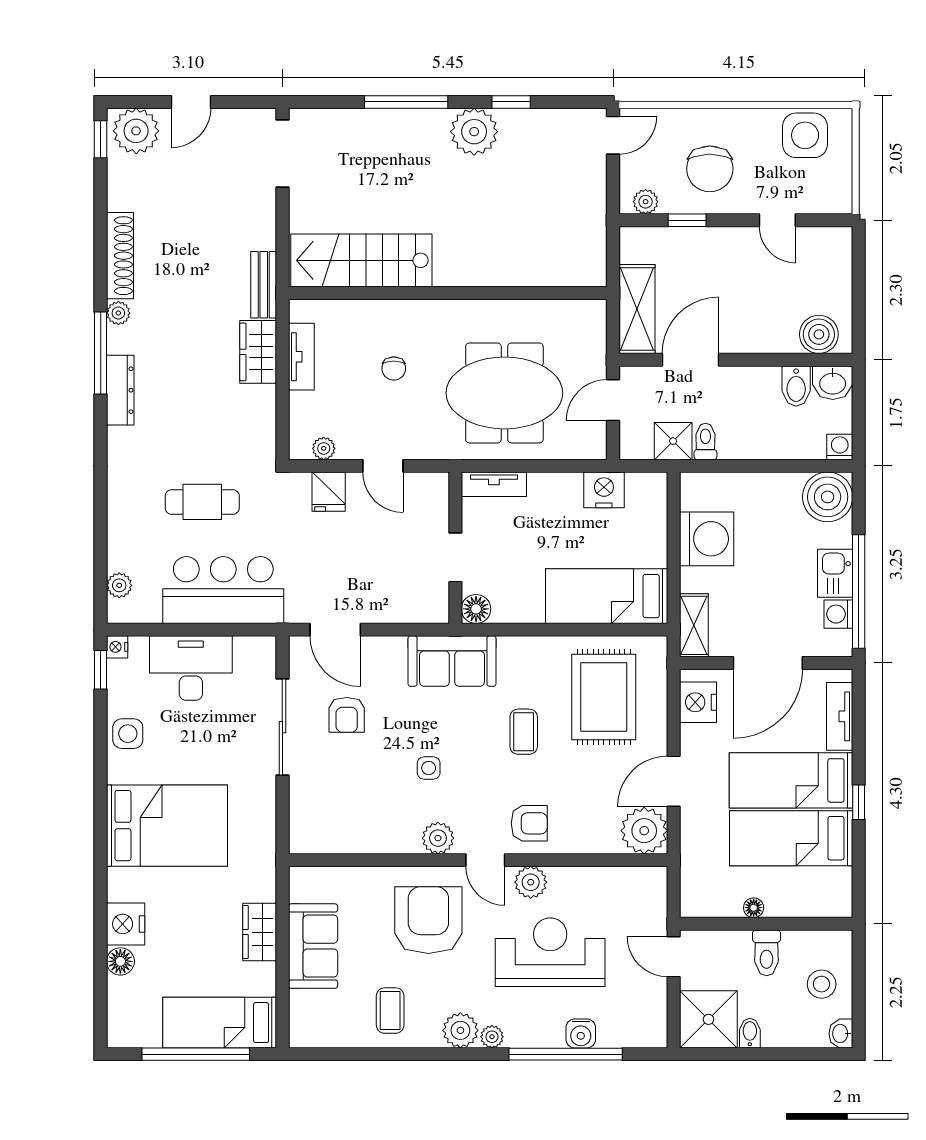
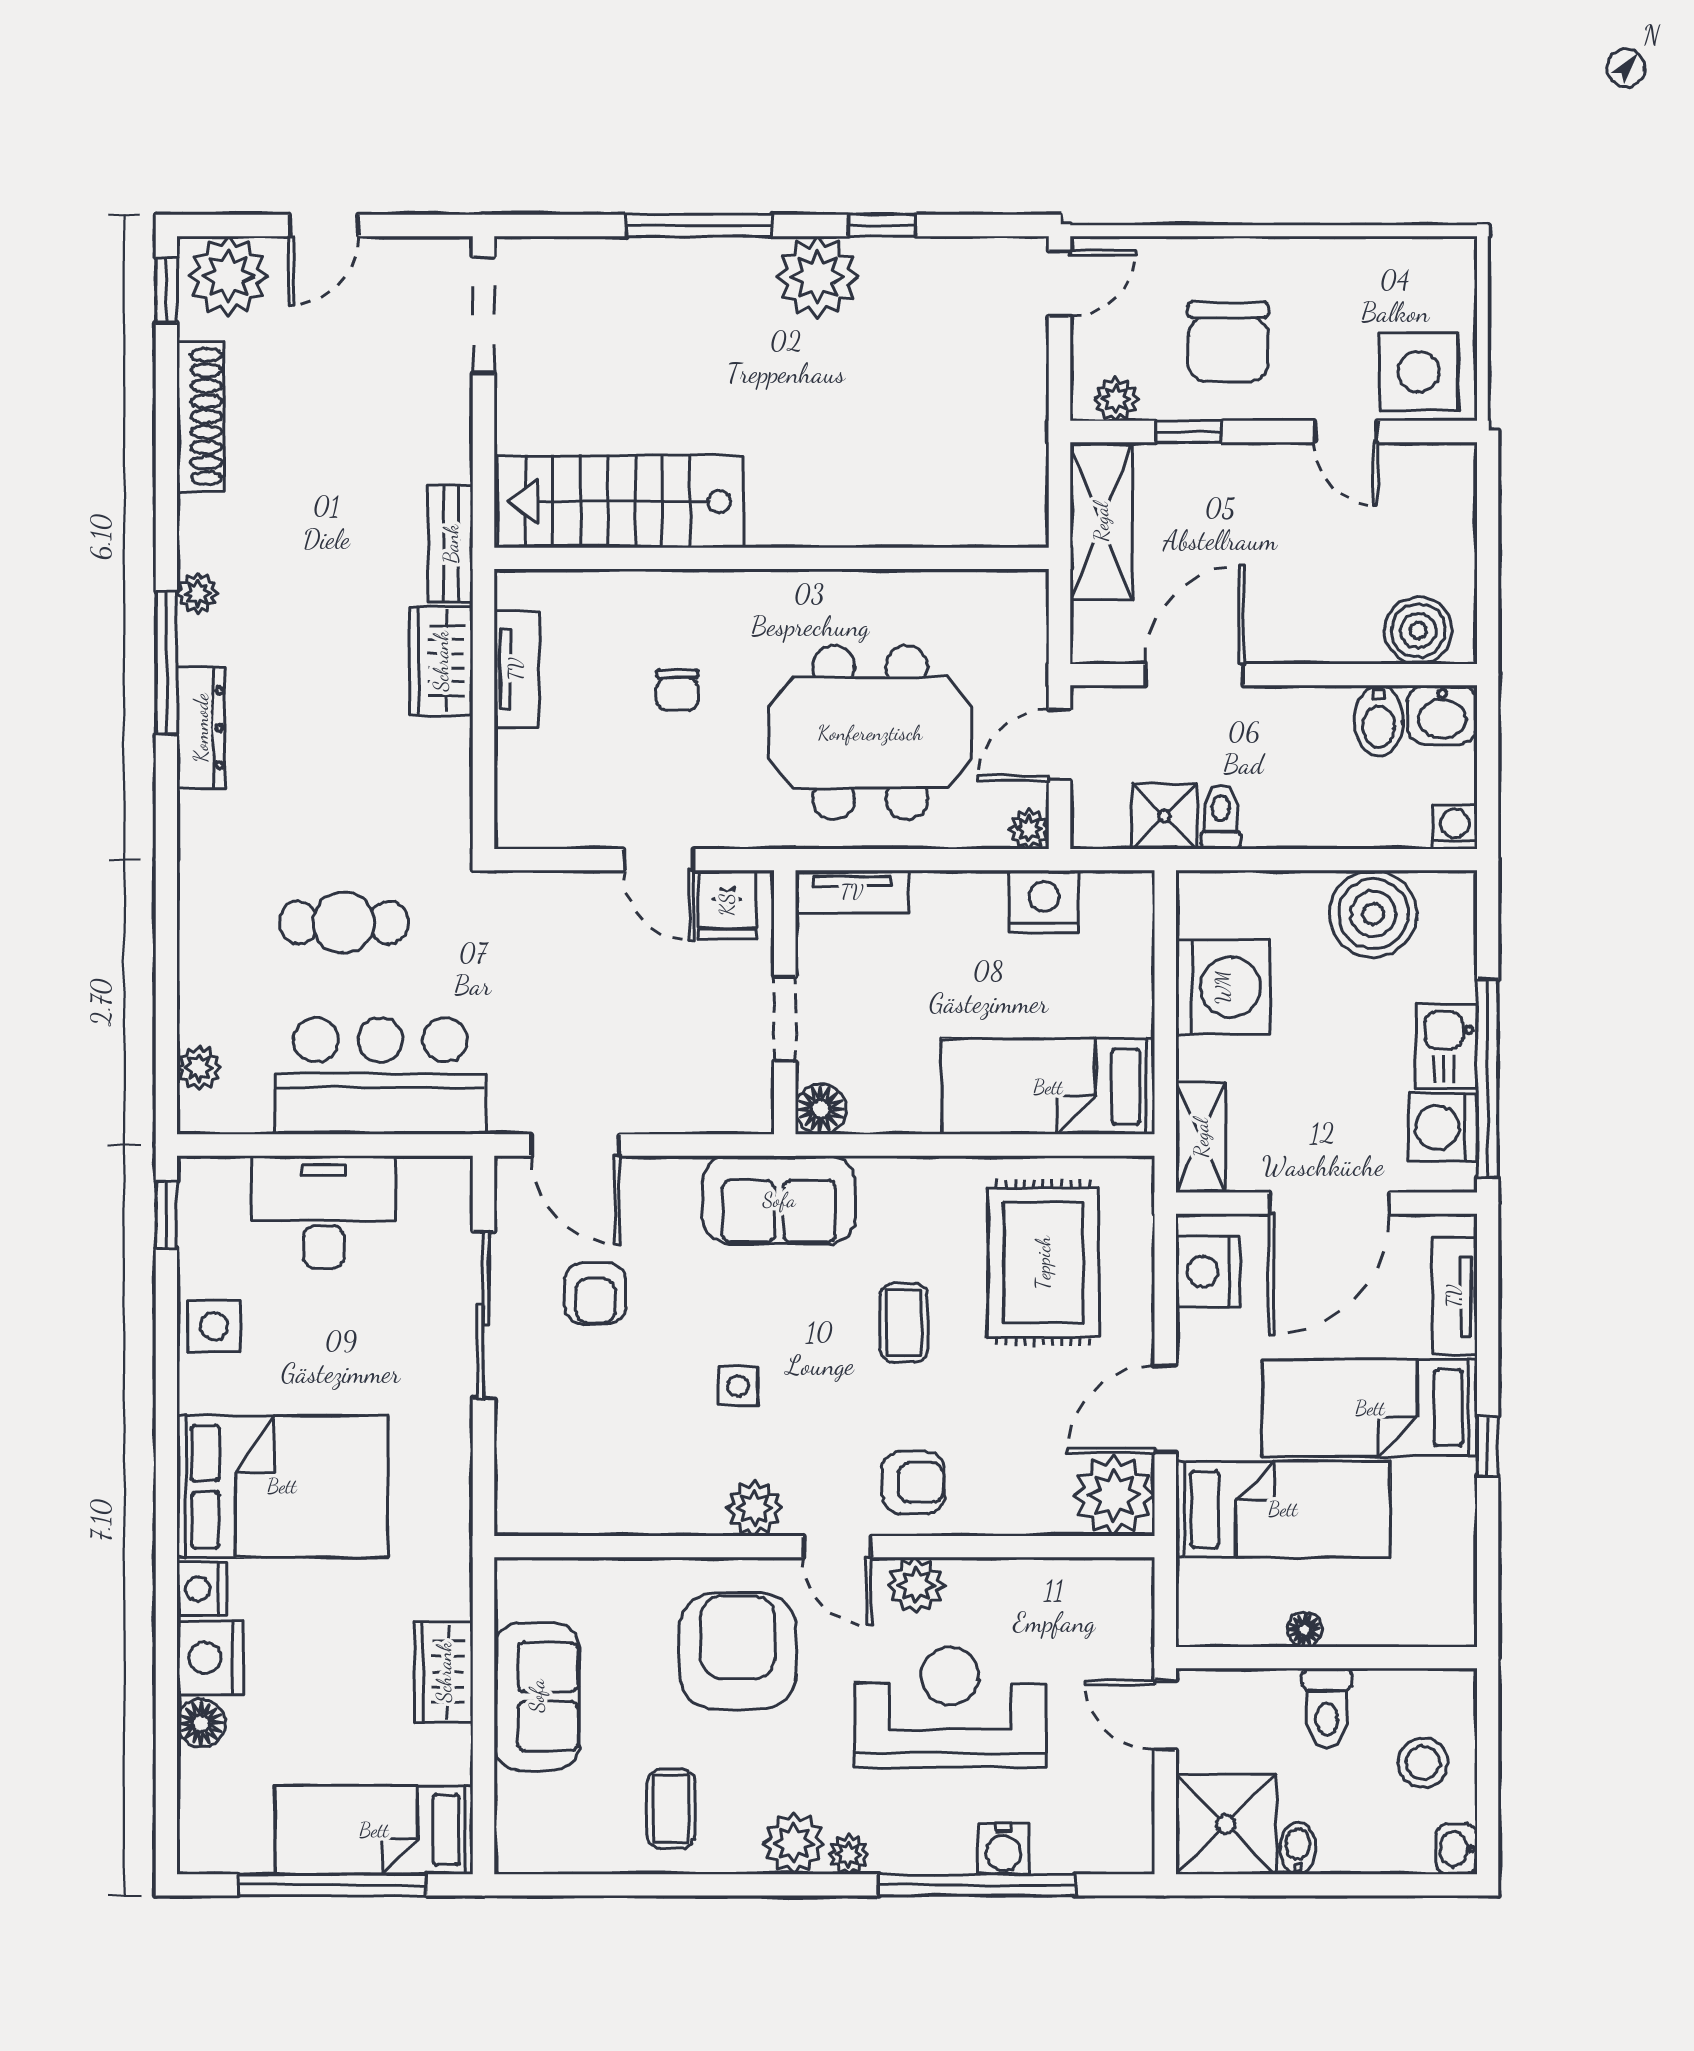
side table: (805, 135) -> (1419, 372), moved
shoe rack: (120, 256) -> (200, 417), moved
shelving: (637, 309) -> (1101, 522), moved
plant: (324, 448) -> (1029, 829), moved
fridge: (329, 492) -> (727, 905), moved
boiler: (828, 497) -> (1373, 914), moved
washing machine: (838, 614) -> (1443, 1127), width x1.38, depth x1.38
nightstand: (117, 647) -> (202, 1589), moved, width x1.39, depth x1.35
bed: (791, 838) -> (1283, 1509), moved, turned 180

